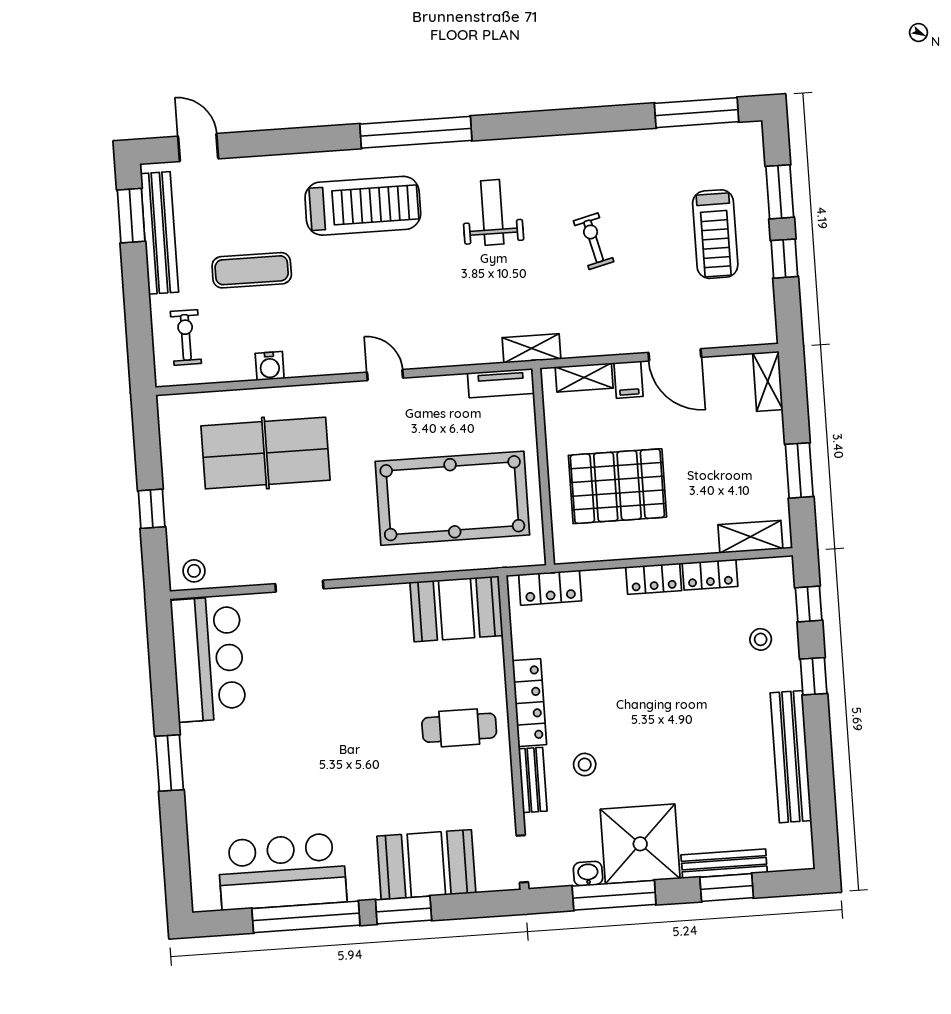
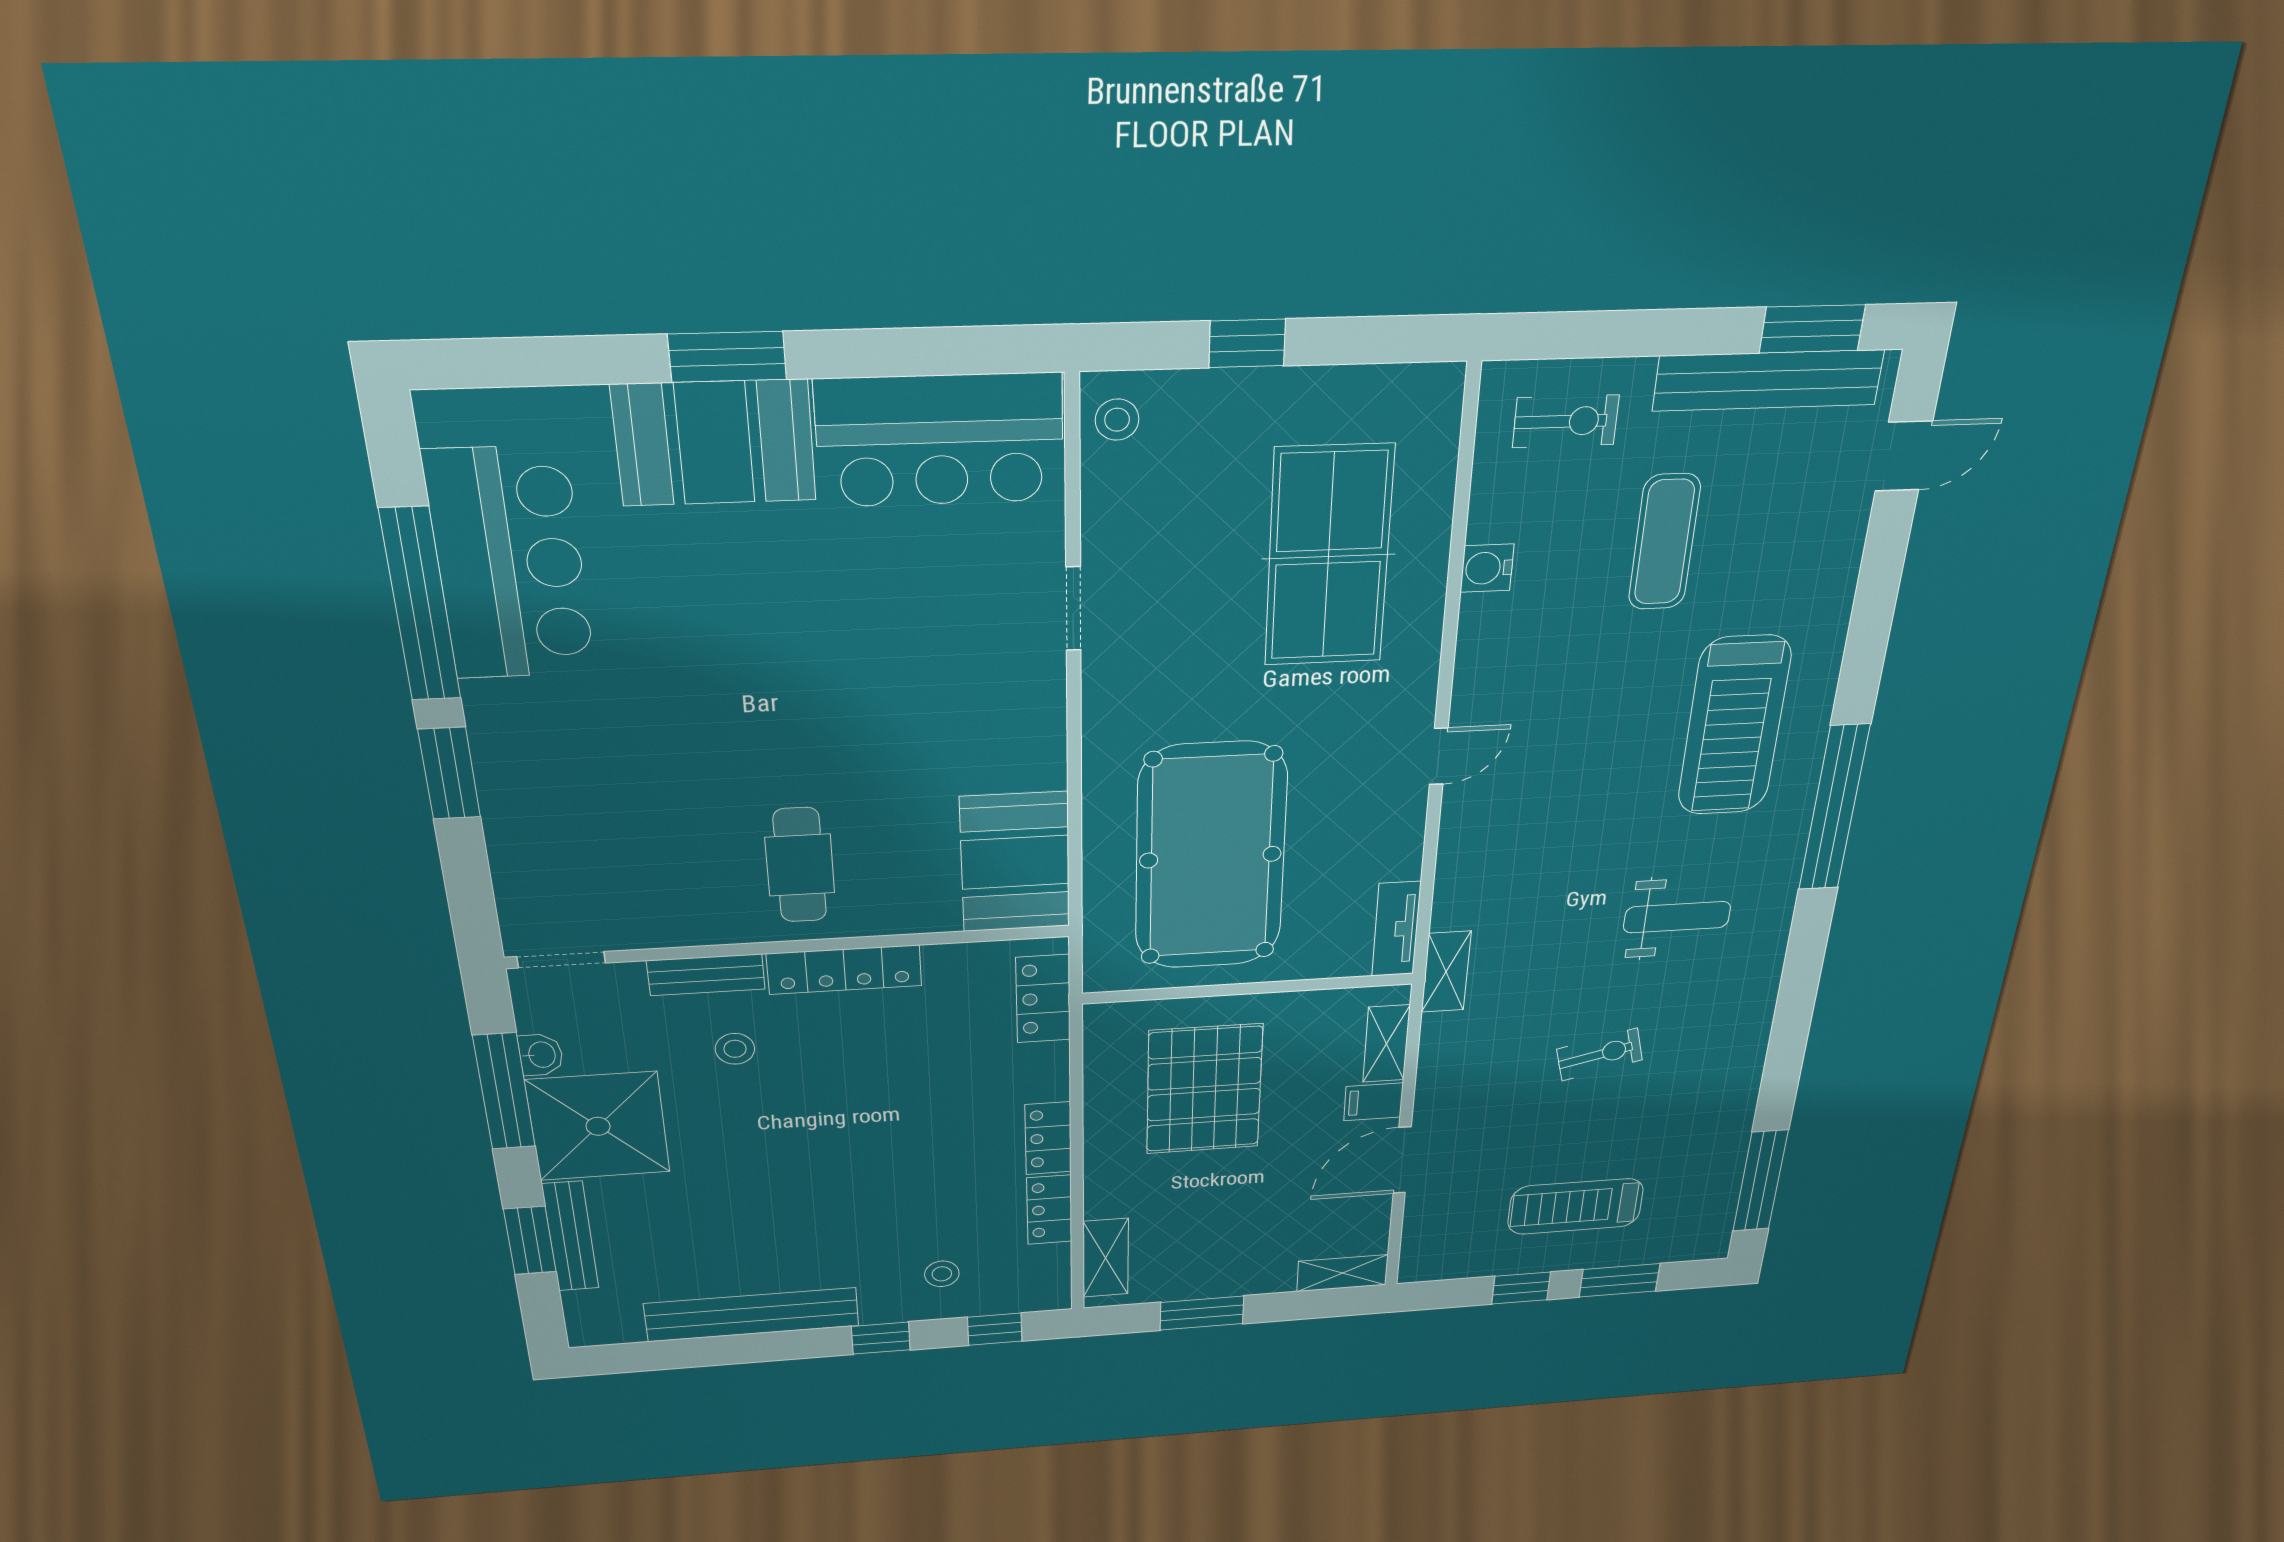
booth: (426, 865) -> (715, 443), moved, turned 90

